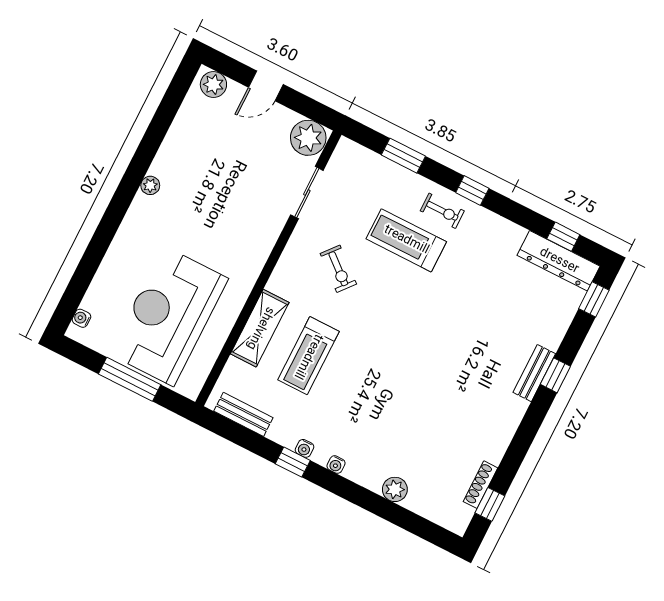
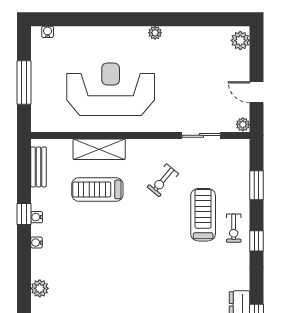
door: (266, 86) -> (256, 92), moved
plant: (308, 138) -> (243, 124), width x0.53, depth x0.53
reception desk: (169, 316) -> (111, 89), moved

